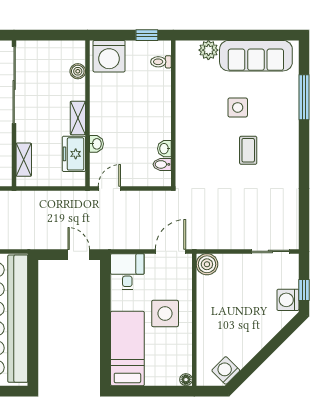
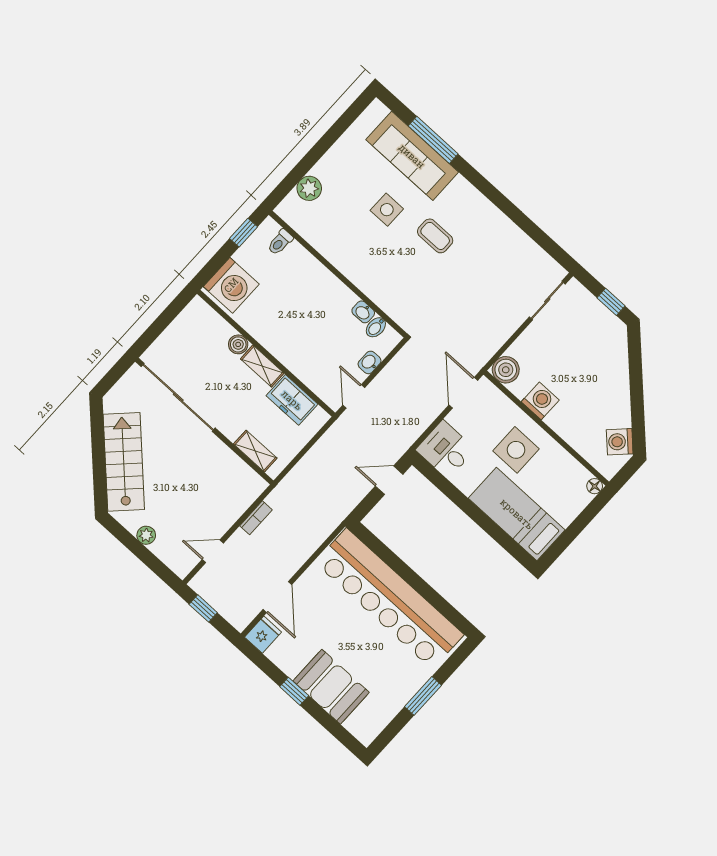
sofa: (256, 56) -> (412, 156), moved, turned 90
boiler: (78, 71) -> (238, 344), moved
washbasin: (96, 144) -> (369, 362), moved, turned -90
washing machine: (288, 300) -> (540, 401), moved, turned 180

